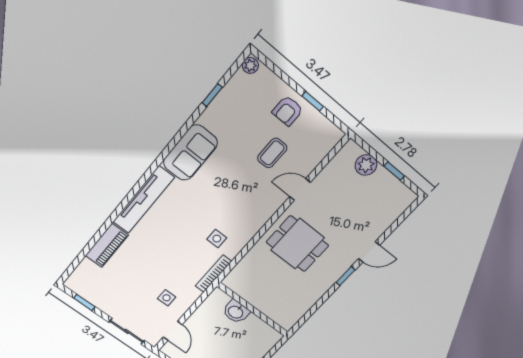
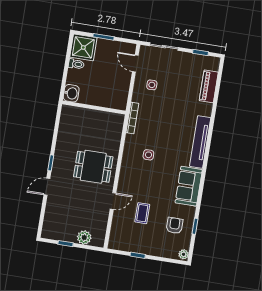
armchair: (288, 111) -> (175, 225), moved
side table: (217, 239) -> (148, 155), moved
piano: (107, 245) -> (209, 86), moved
washbasin: (236, 312) -> (71, 93), moved, turned 90

